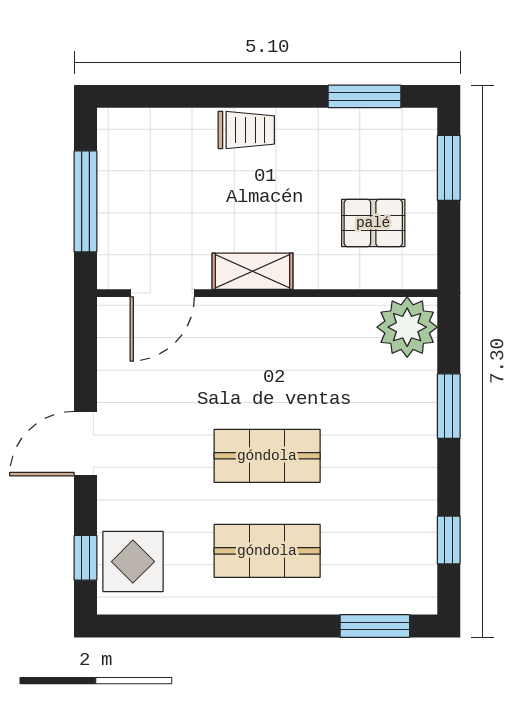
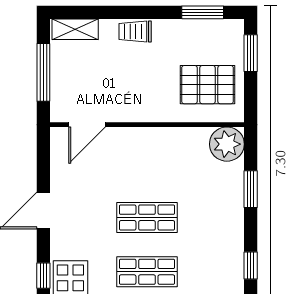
trolley: (246, 130) -> (135, 32), turned 180
pallet: (373, 223) -> (208, 85), width x1.50, depth x1.42
shelving: (253, 271) -> (75, 29), moved

